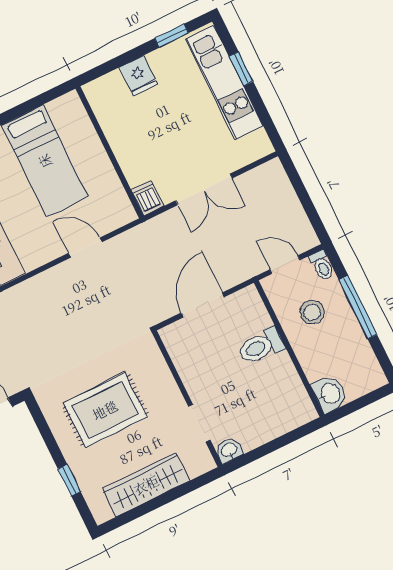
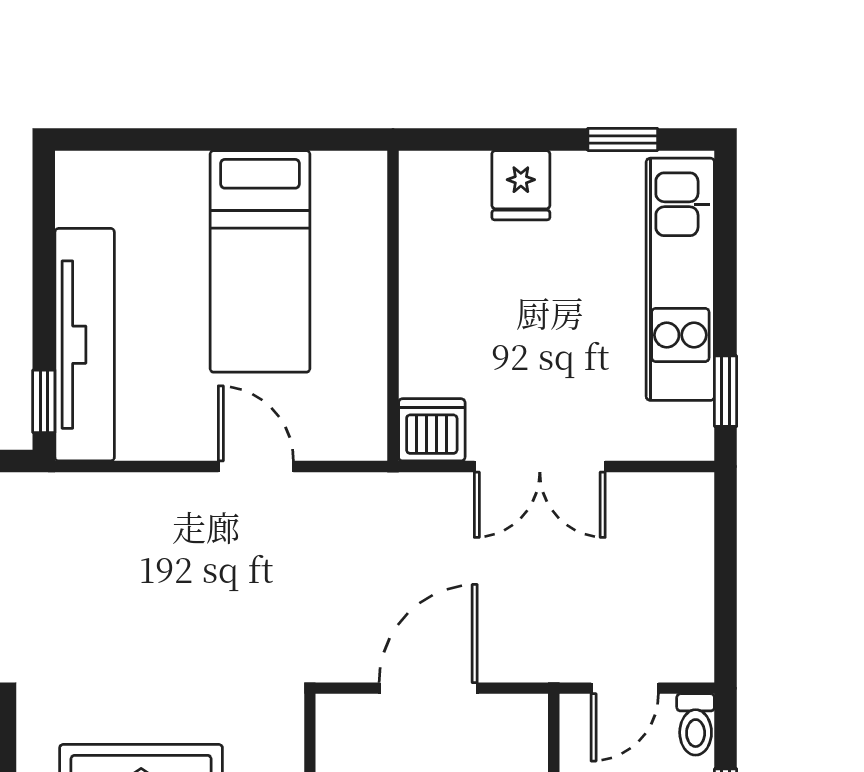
window: (241, 69) -> (726, 391), moved
dishwasher: (147, 198) -> (432, 430), width x1.38
door: (285, 265) -> (625, 688), swing flipped

